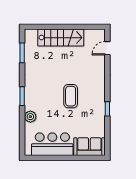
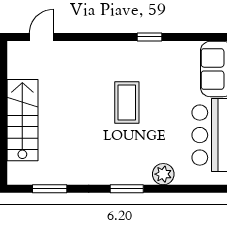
door: (107, 48) -> (41, 37), swing flipped
coffee table: (71, 96) -> (127, 103), turned 90

